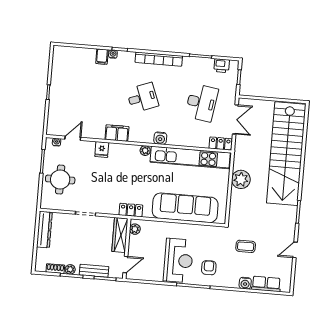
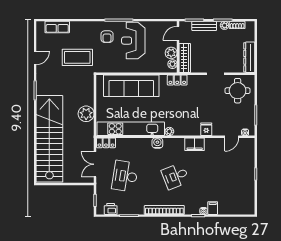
round table: (60, 180) -> (238, 91), moved
plant: (135, 242) -> (171, 53), added
coffee table: (246, 246) -> (77, 57), width x1.86, depth x1.72
water cooler: (245, 283) -> (75, 26), removed

